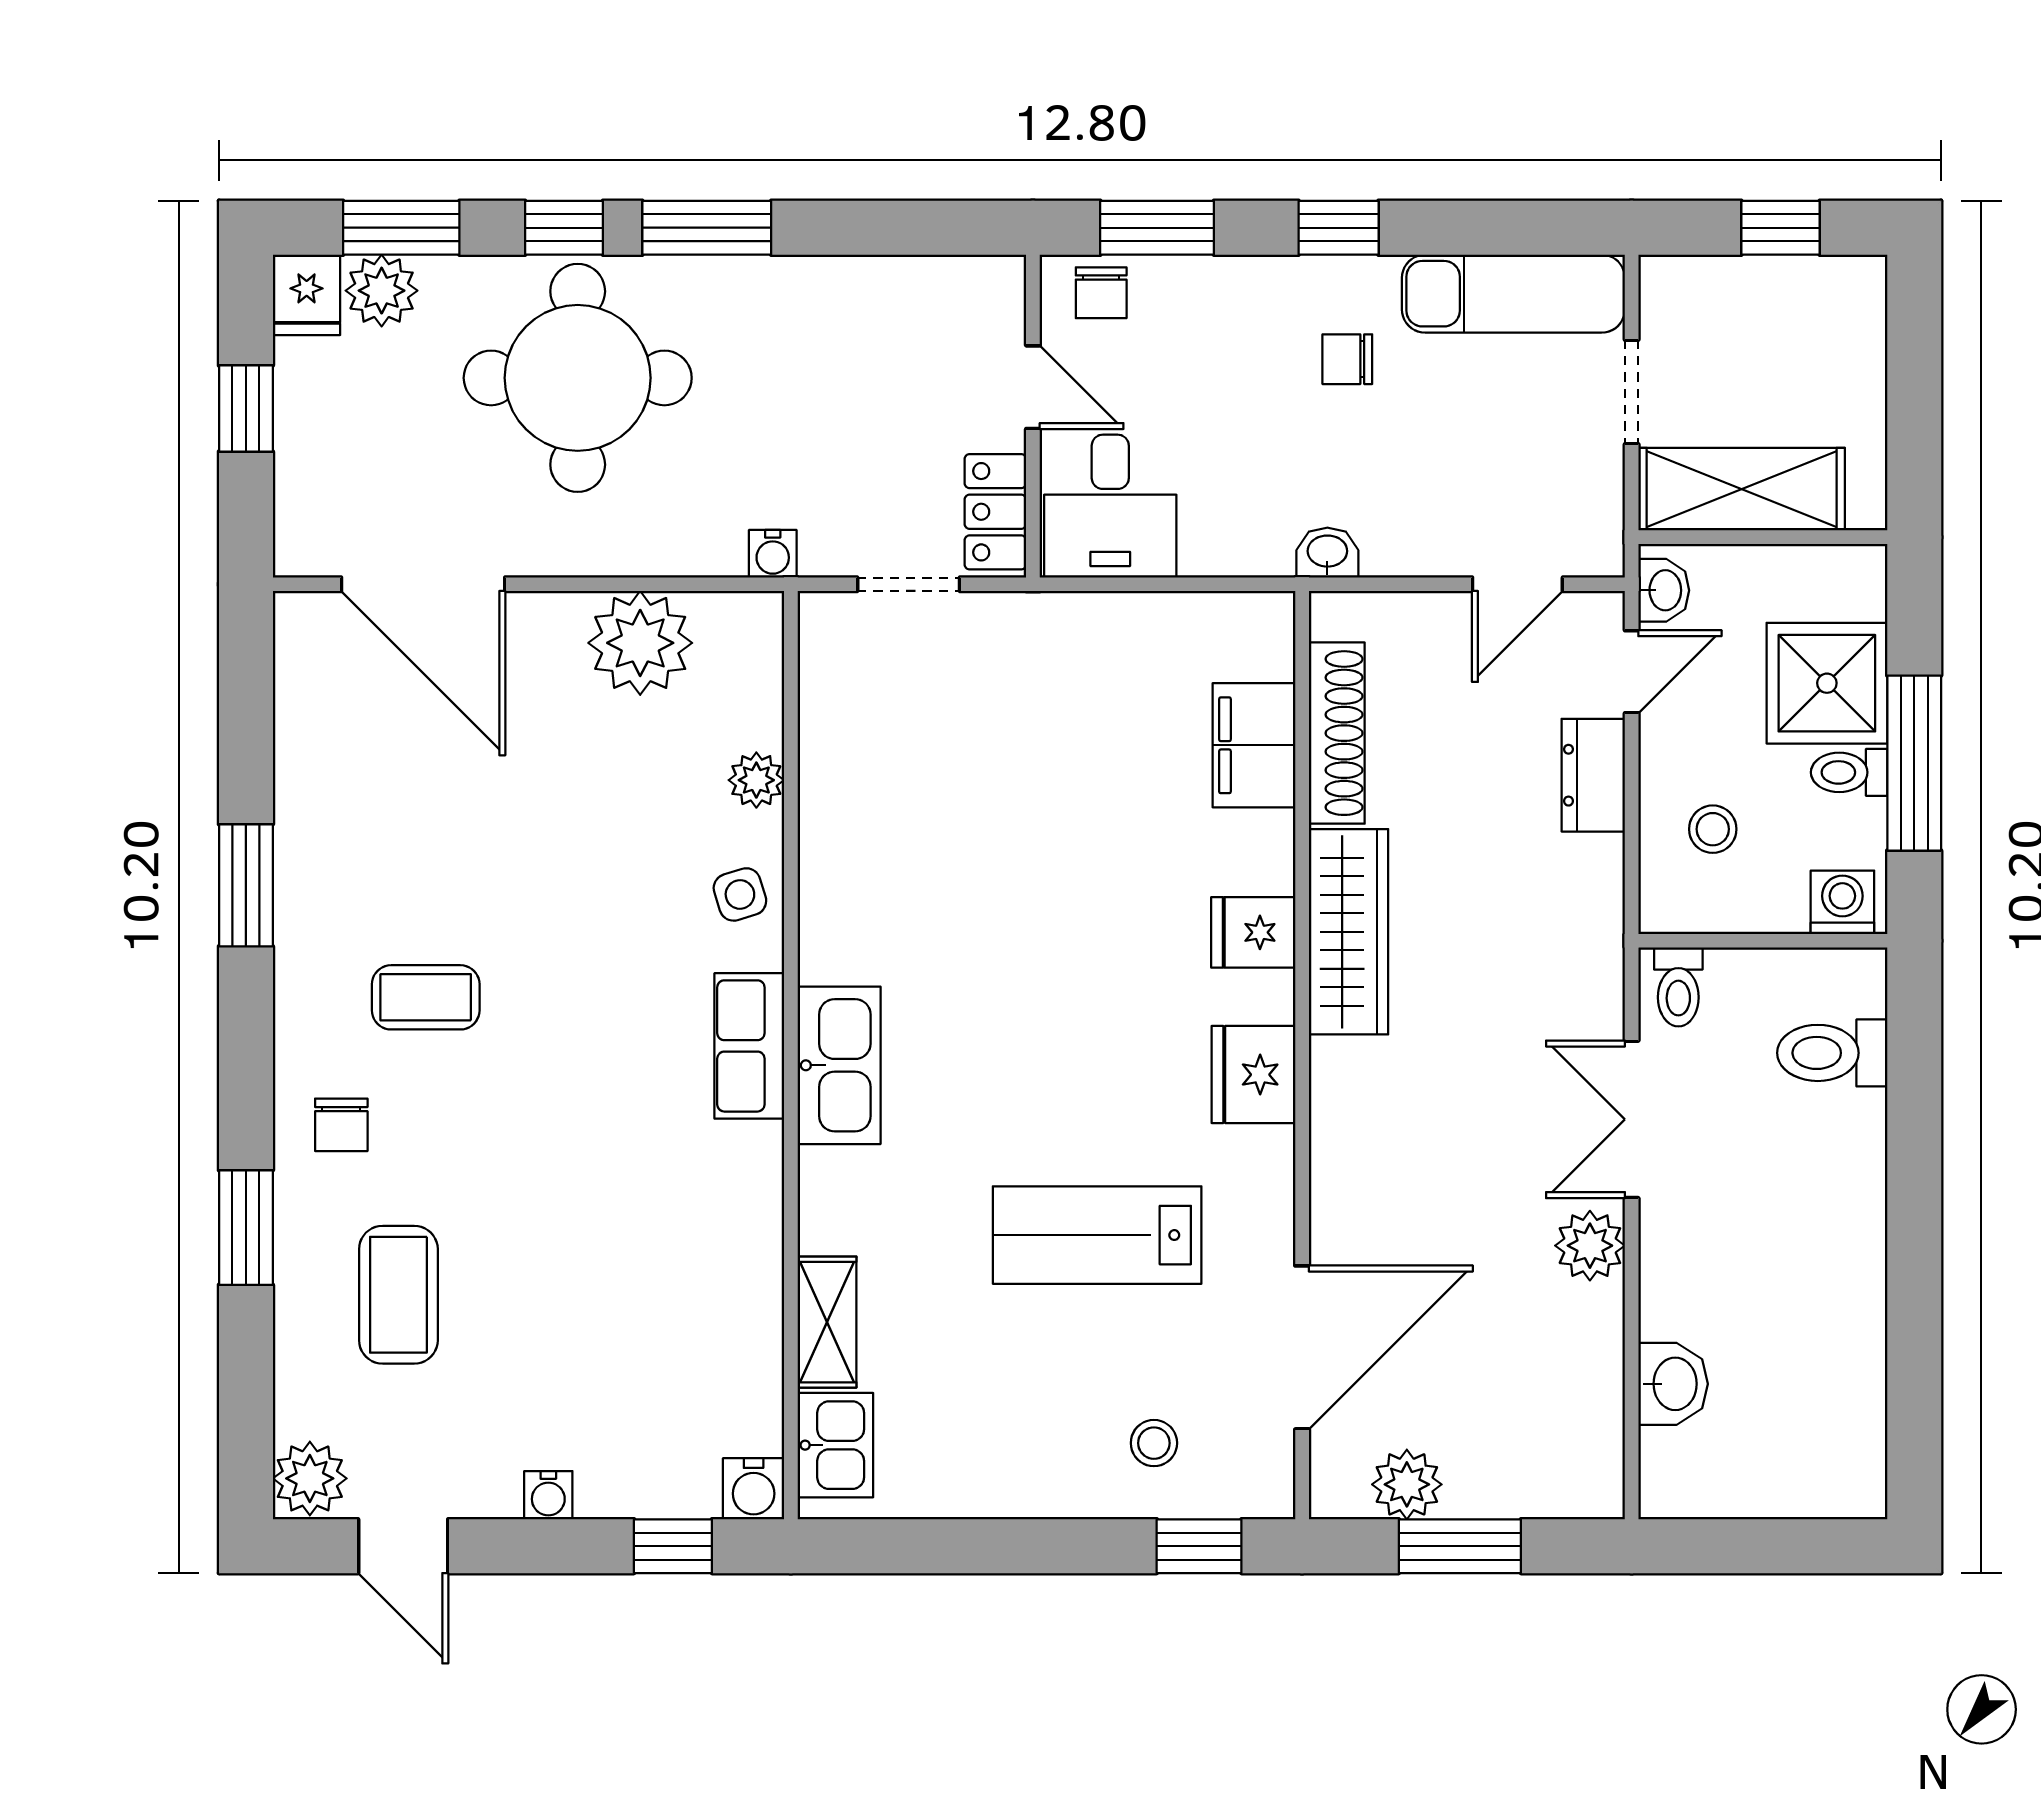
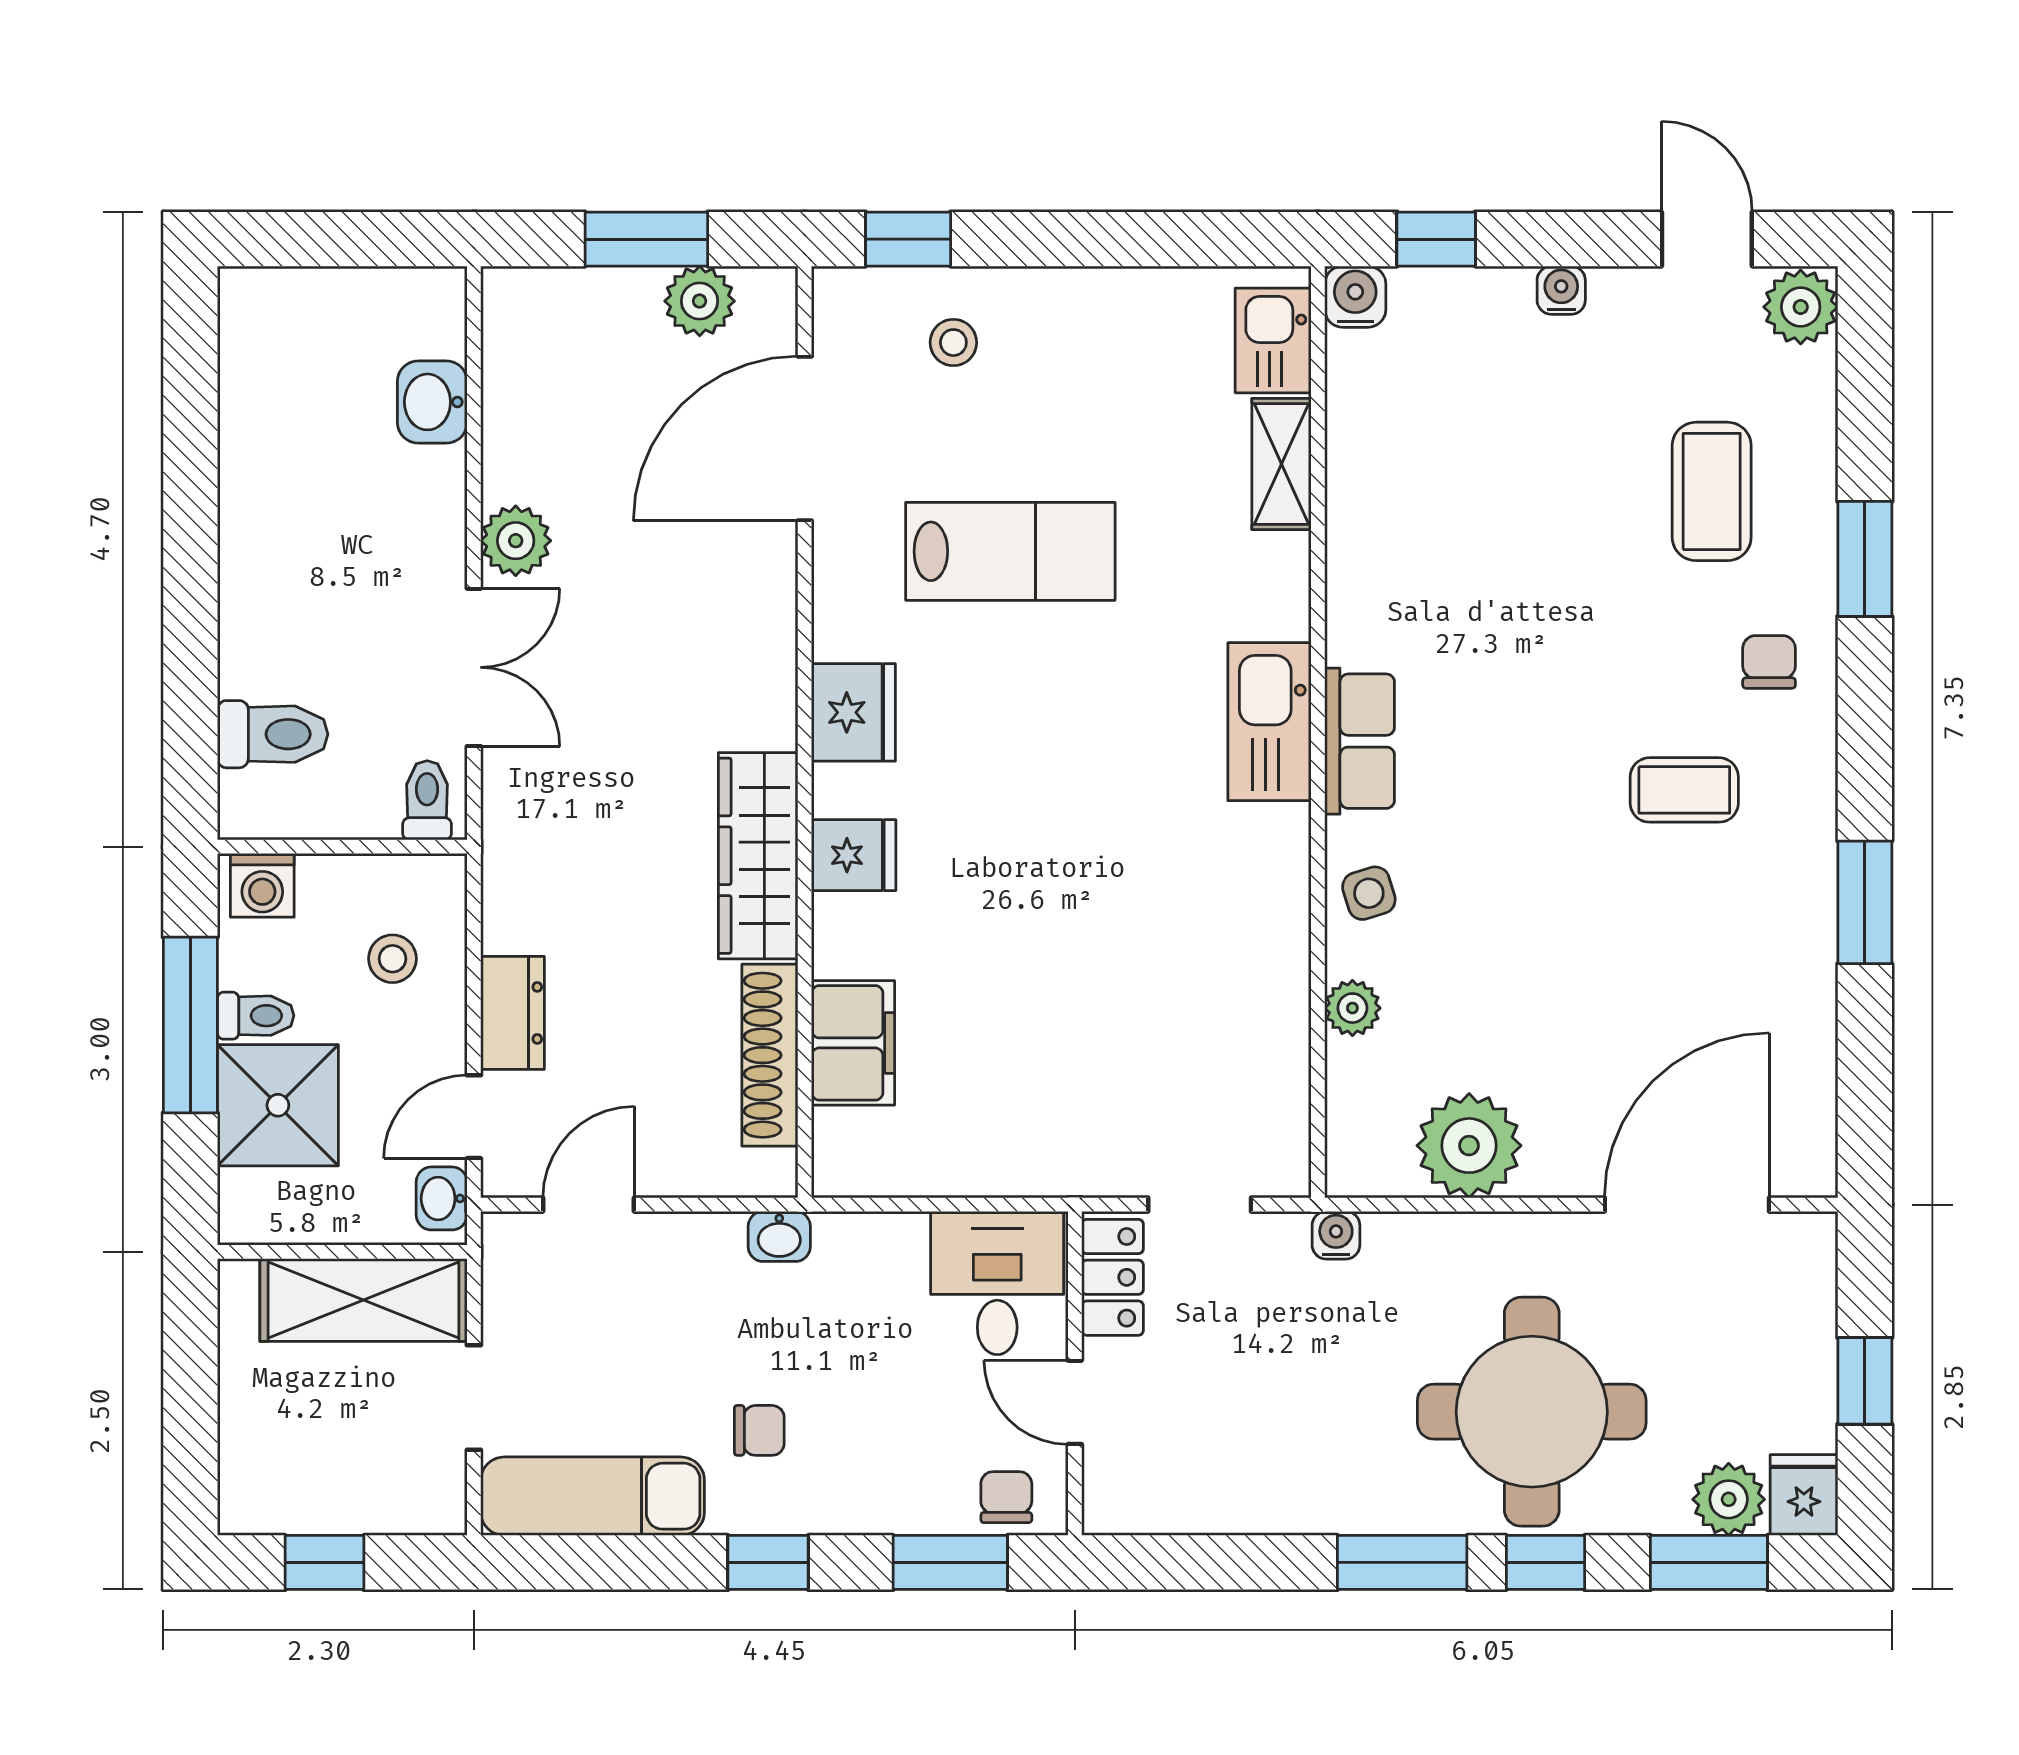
door: (423, 584) -> (1687, 1205), hinge flipped

